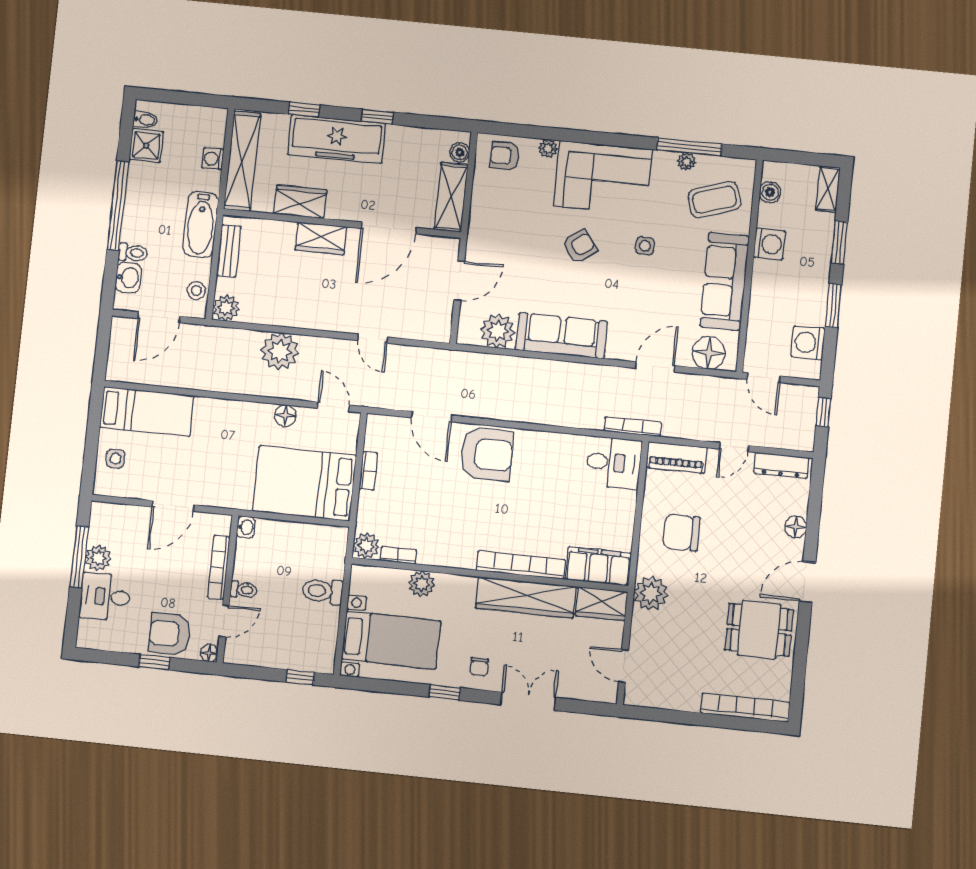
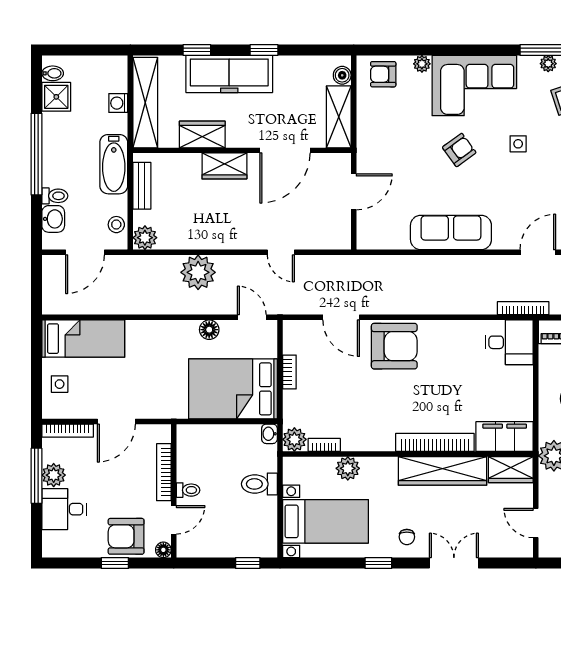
plant: (498, 331) -> (393, 234), removed
bookcase: (119, 511) -> (68, 431), added
washbasin: (246, 527) -> (269, 434), moved, turned 180

